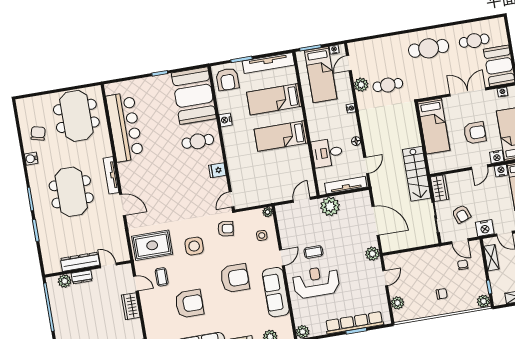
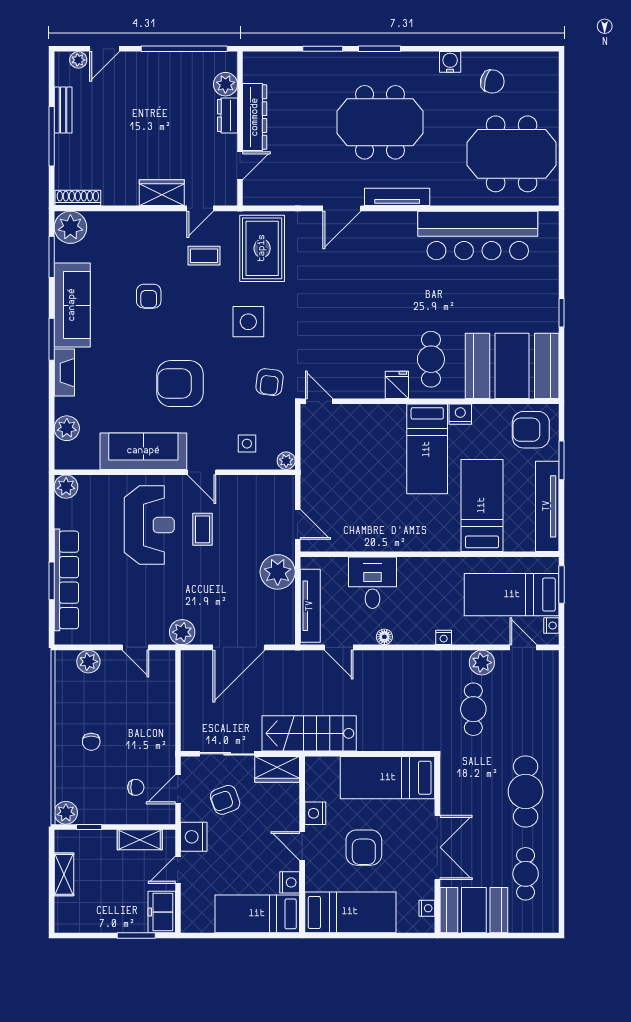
bed: (281, 136) -> (427, 449), moved, turned 180
nightstand: (497, 157) -> (315, 813), moved
fridge: (217, 170) -> (397, 385), moved
armchair: (235, 278) -> (180, 384), turned 90
armchair: (189, 304) -> (149, 296), width x0.53, depth x0.53

